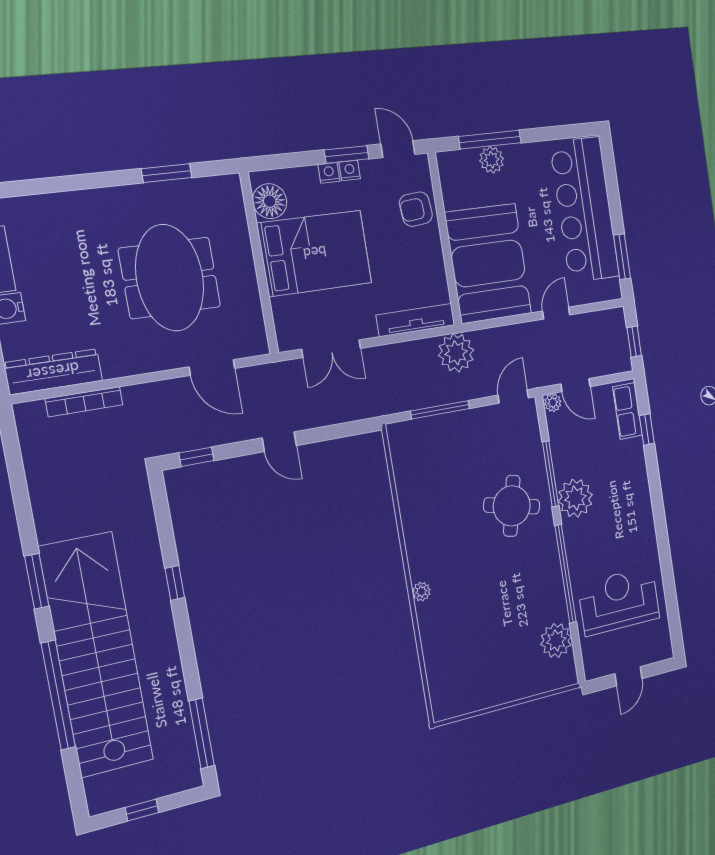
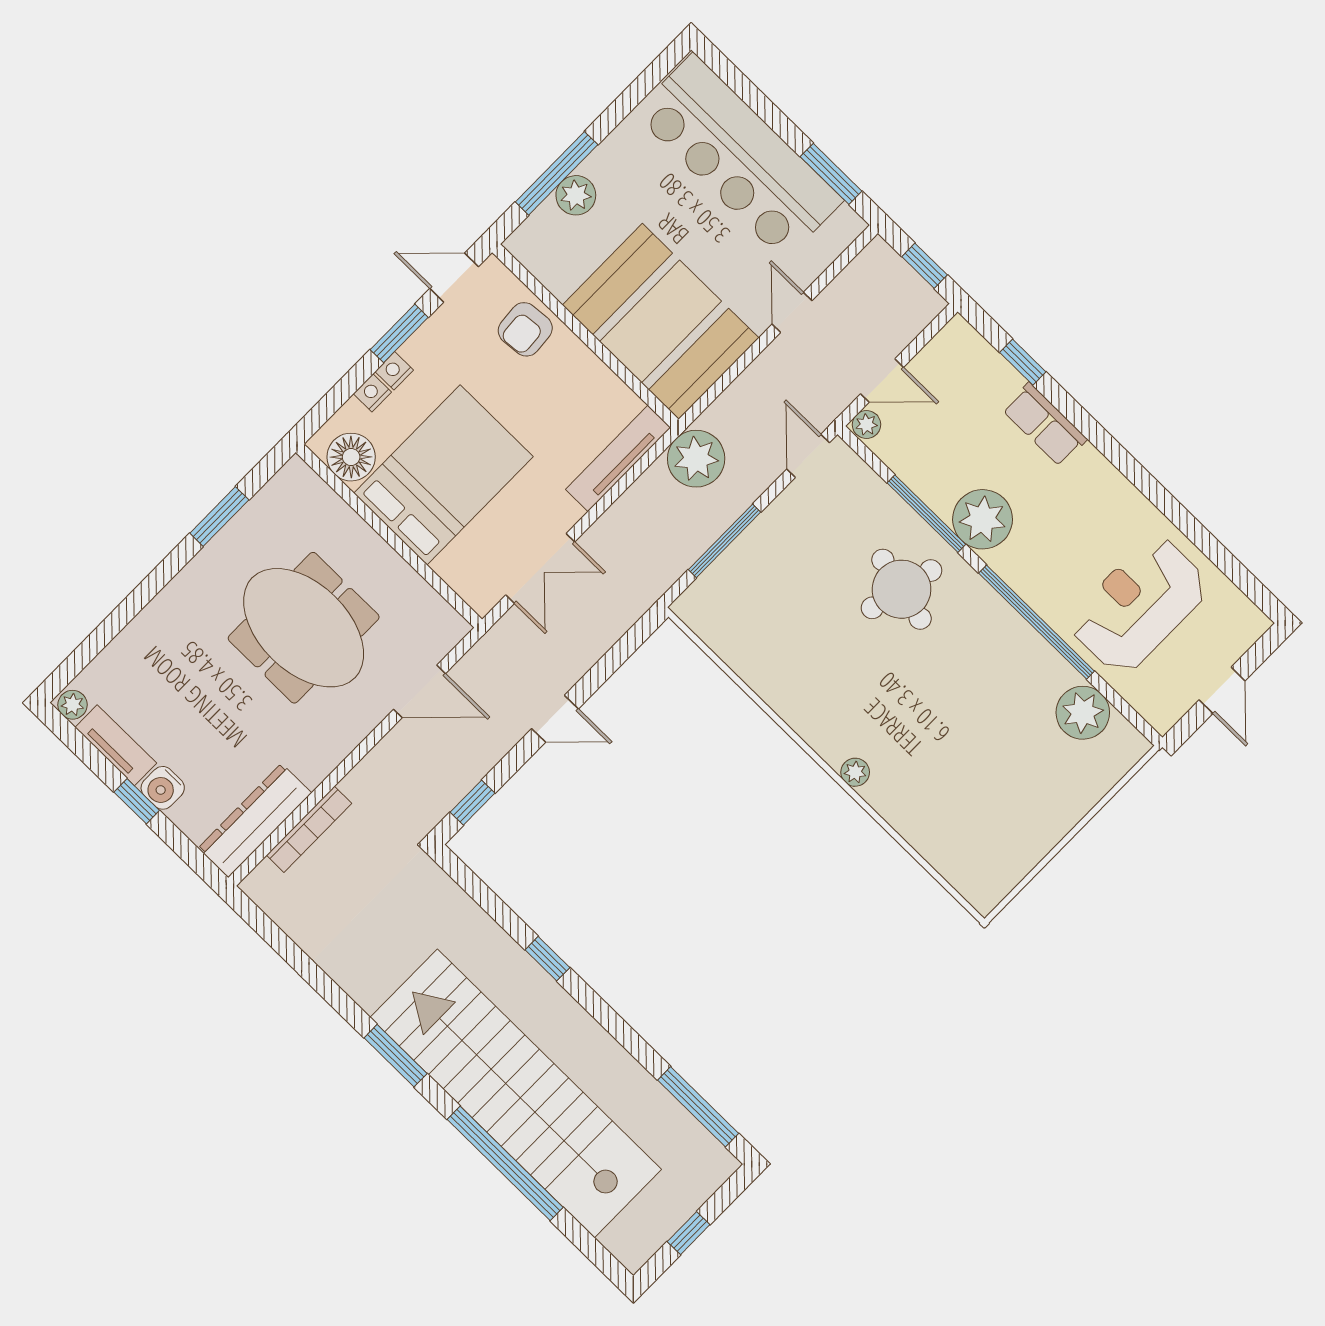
nightstand: (350, 170) -> (372, 393), moved
row of seats: (628, 411) -> (1045, 424), moved

